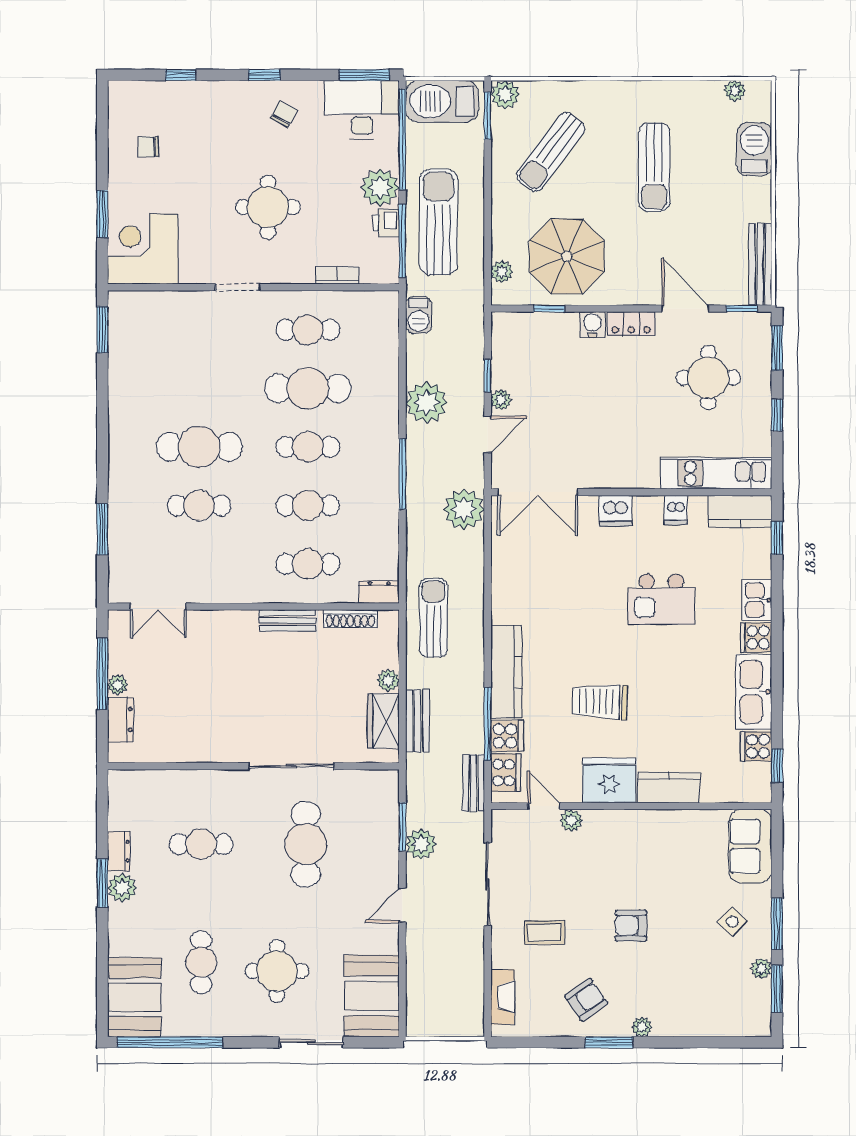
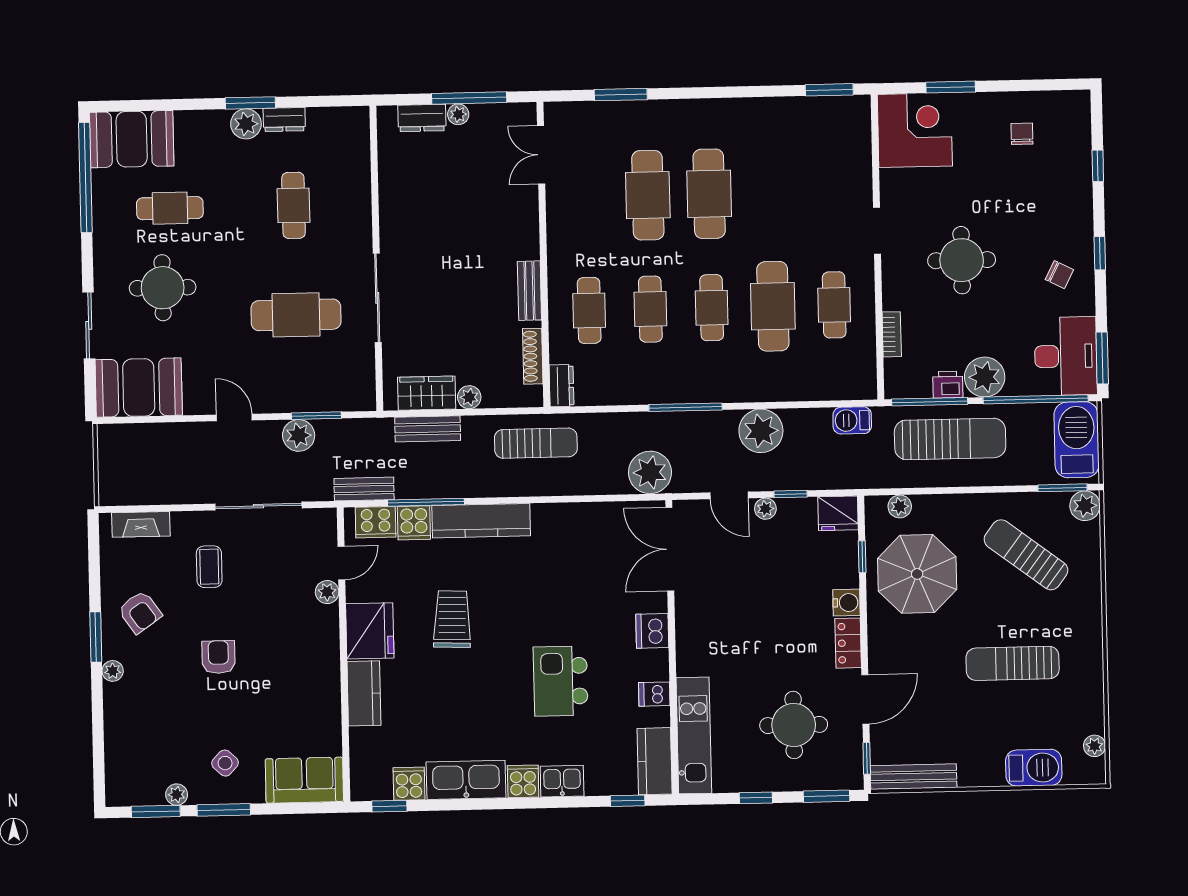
fridge: (507, 331) -> (838, 513), added
cafe table: (199, 505) -> (648, 195), width x1.37, depth x1.35

